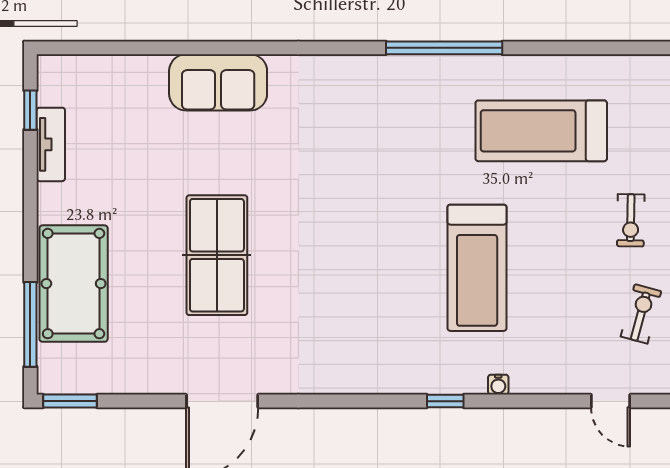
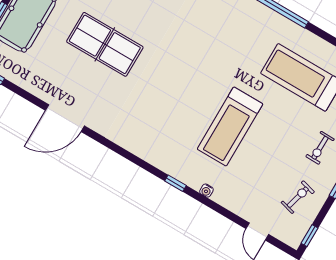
table tennis table: (217, 255) -> (105, 44), turned 90

